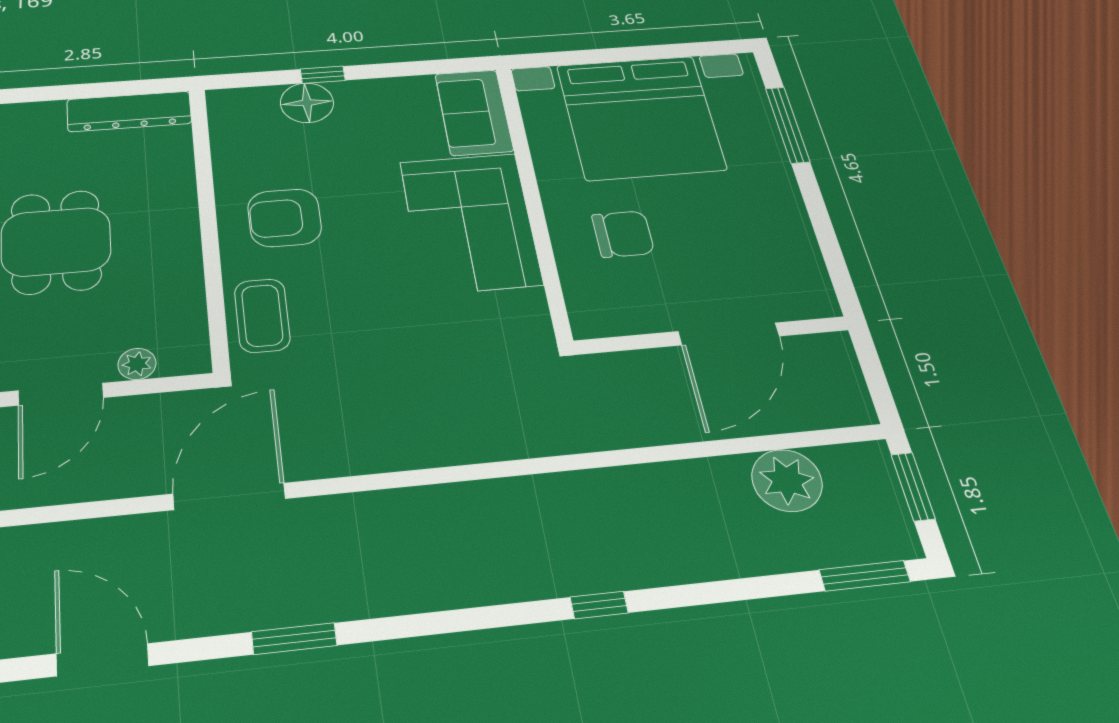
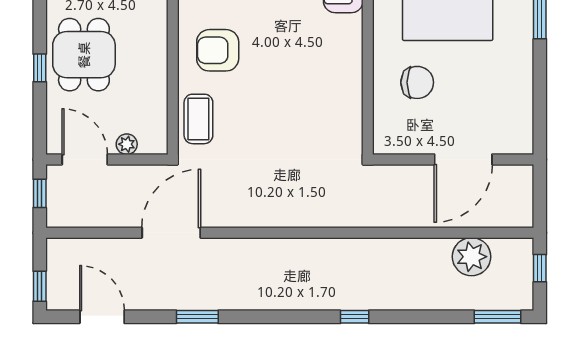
corner sofa: (470, 223) -> (327, 65), removed
door: (61, 394) -> (85, 159), swing flipped
window: (913, 487) -> (540, 268), width x0.67

